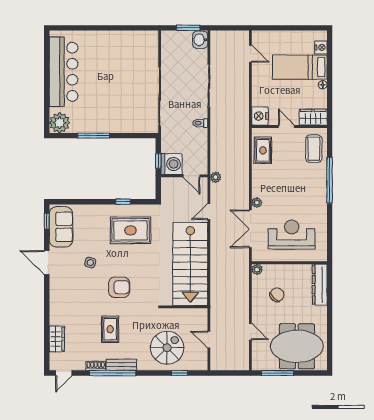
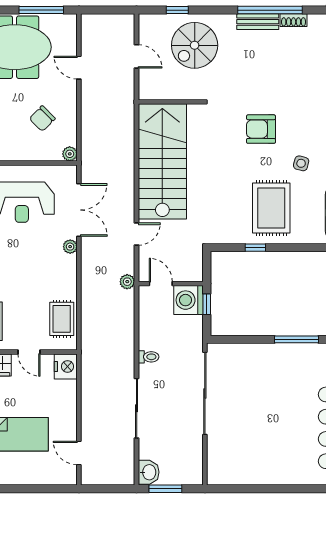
rug: (131, 230) -> (271, 208), moved, turned 90
rug: (110, 329) -> (273, 71), removed

